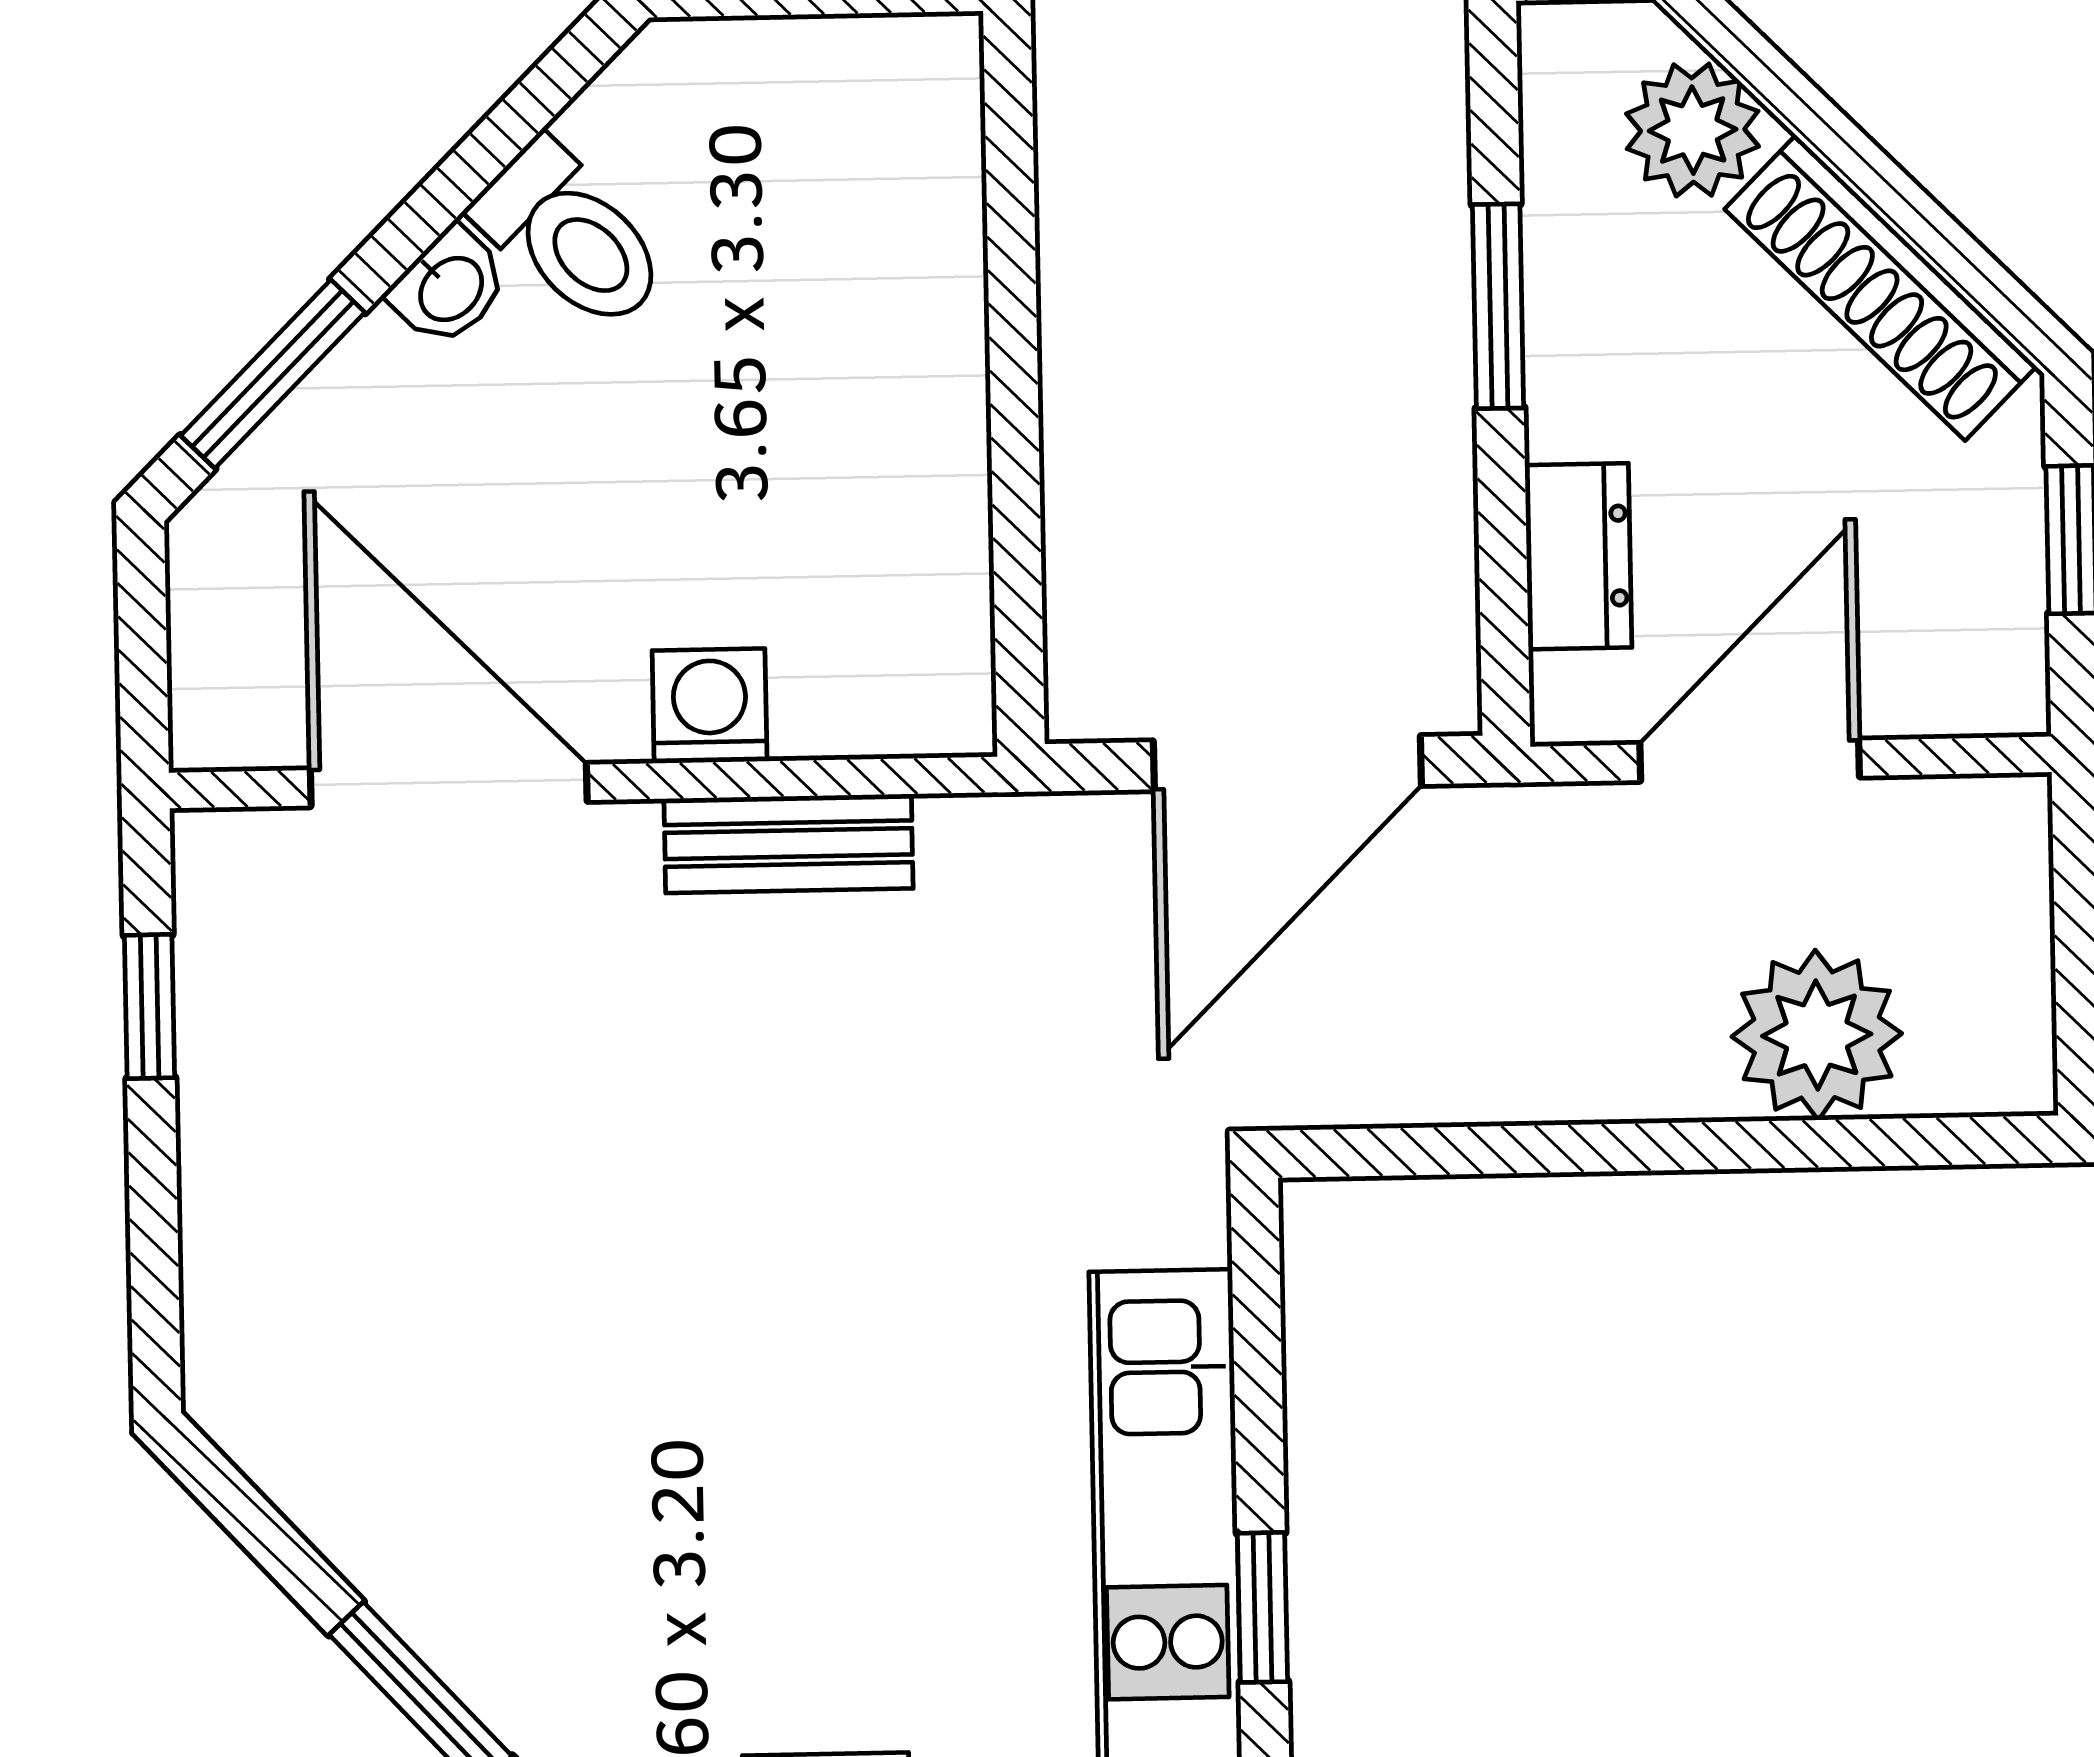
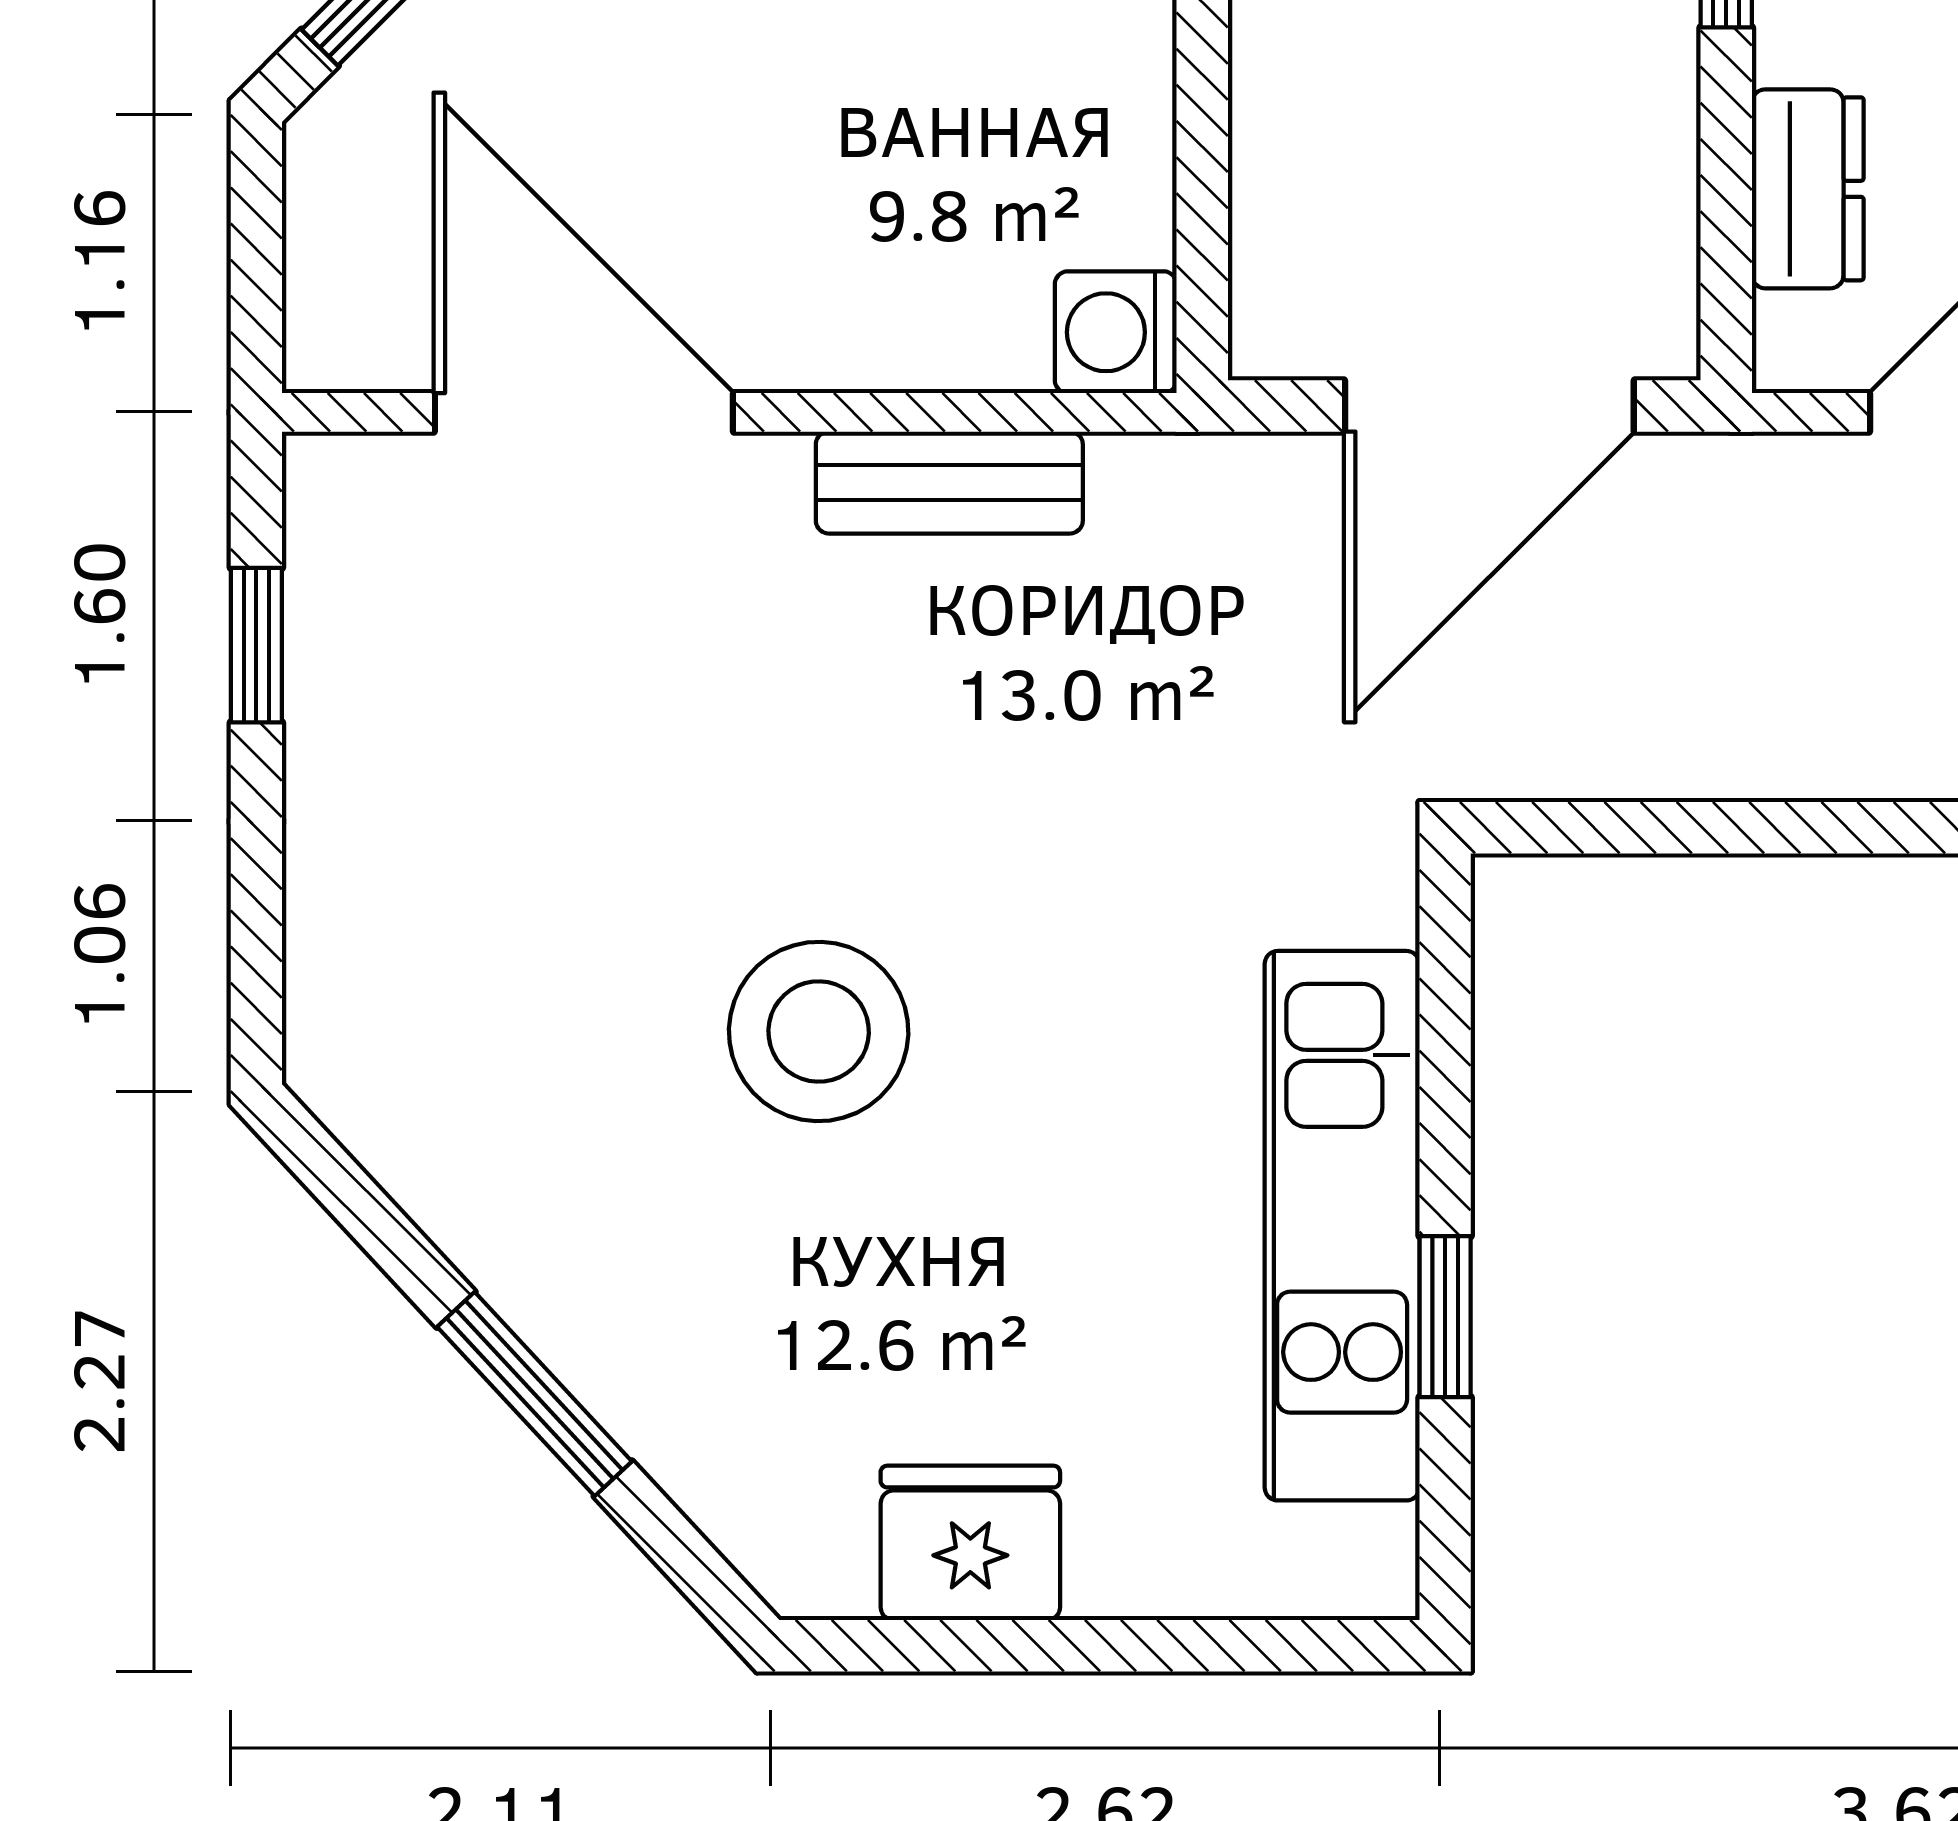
washing machine: (710, 706) -> (1116, 332), moved, turned -90
stool: (677, 1354) -> (819, 1032), added

